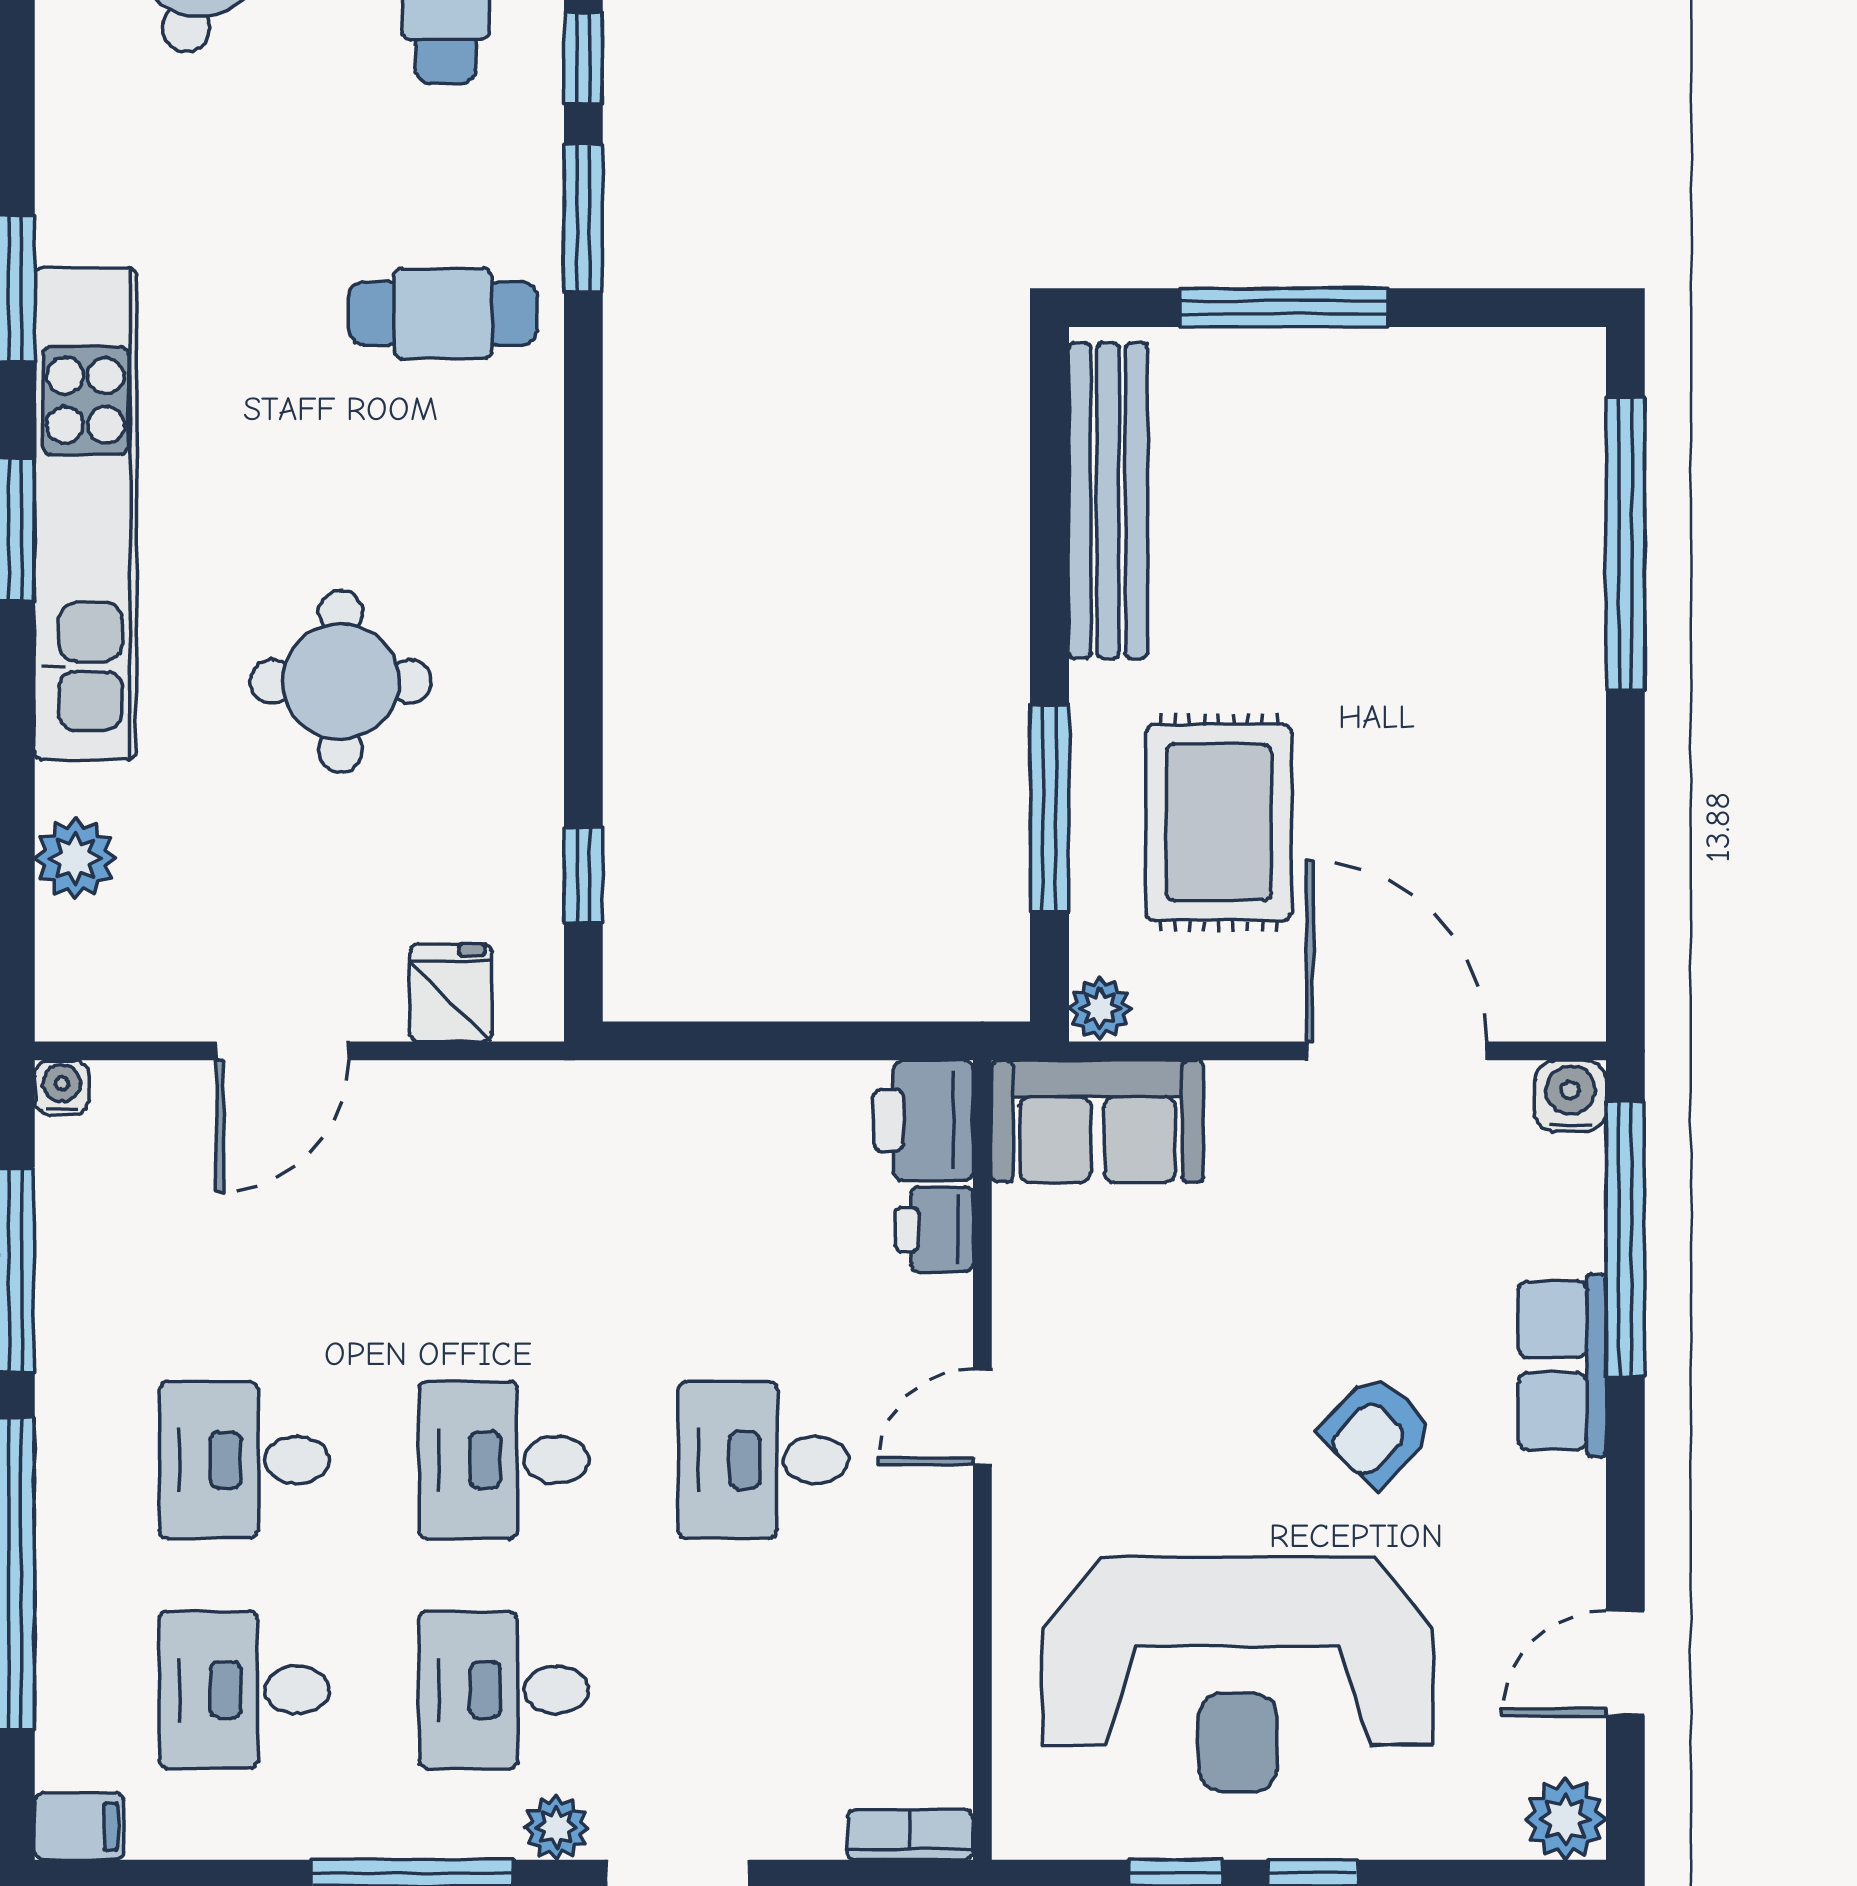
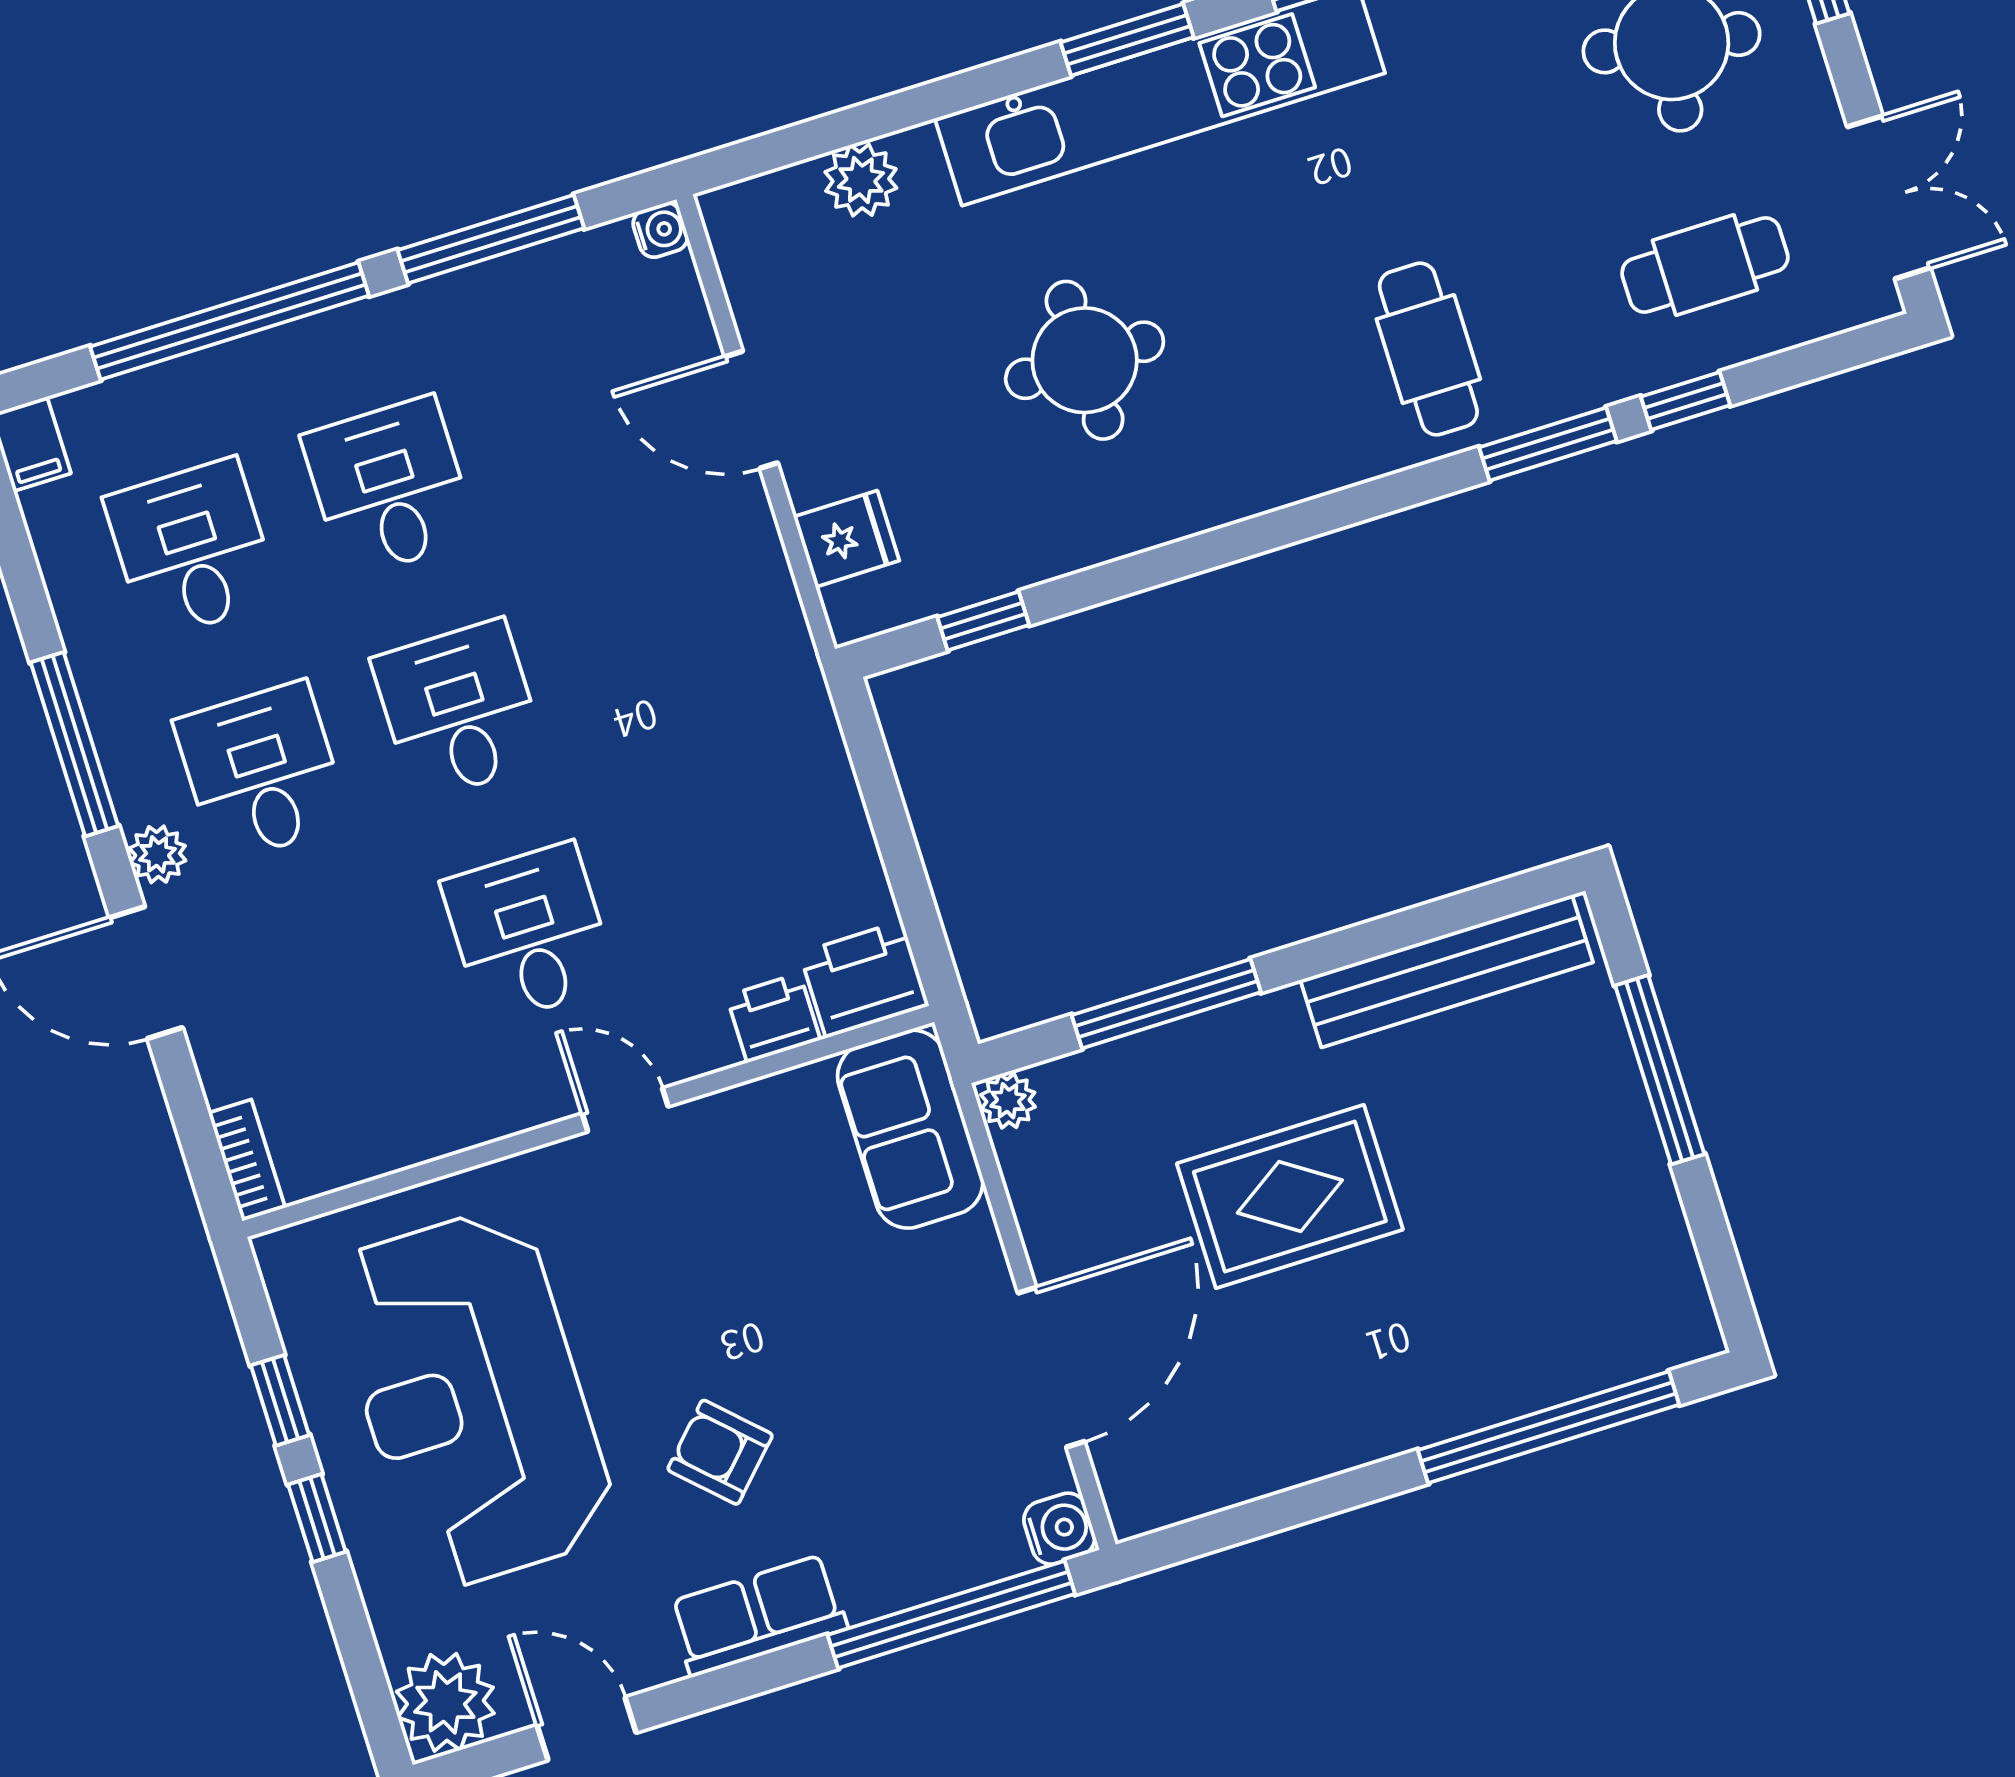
rug: (1219, 823) -> (1290, 1197), moved
row of seats: (1562, 1365) -> (758, 1615), moved
plant: (1565, 1819) -> (445, 1702), width x1.36, depth x1.36

